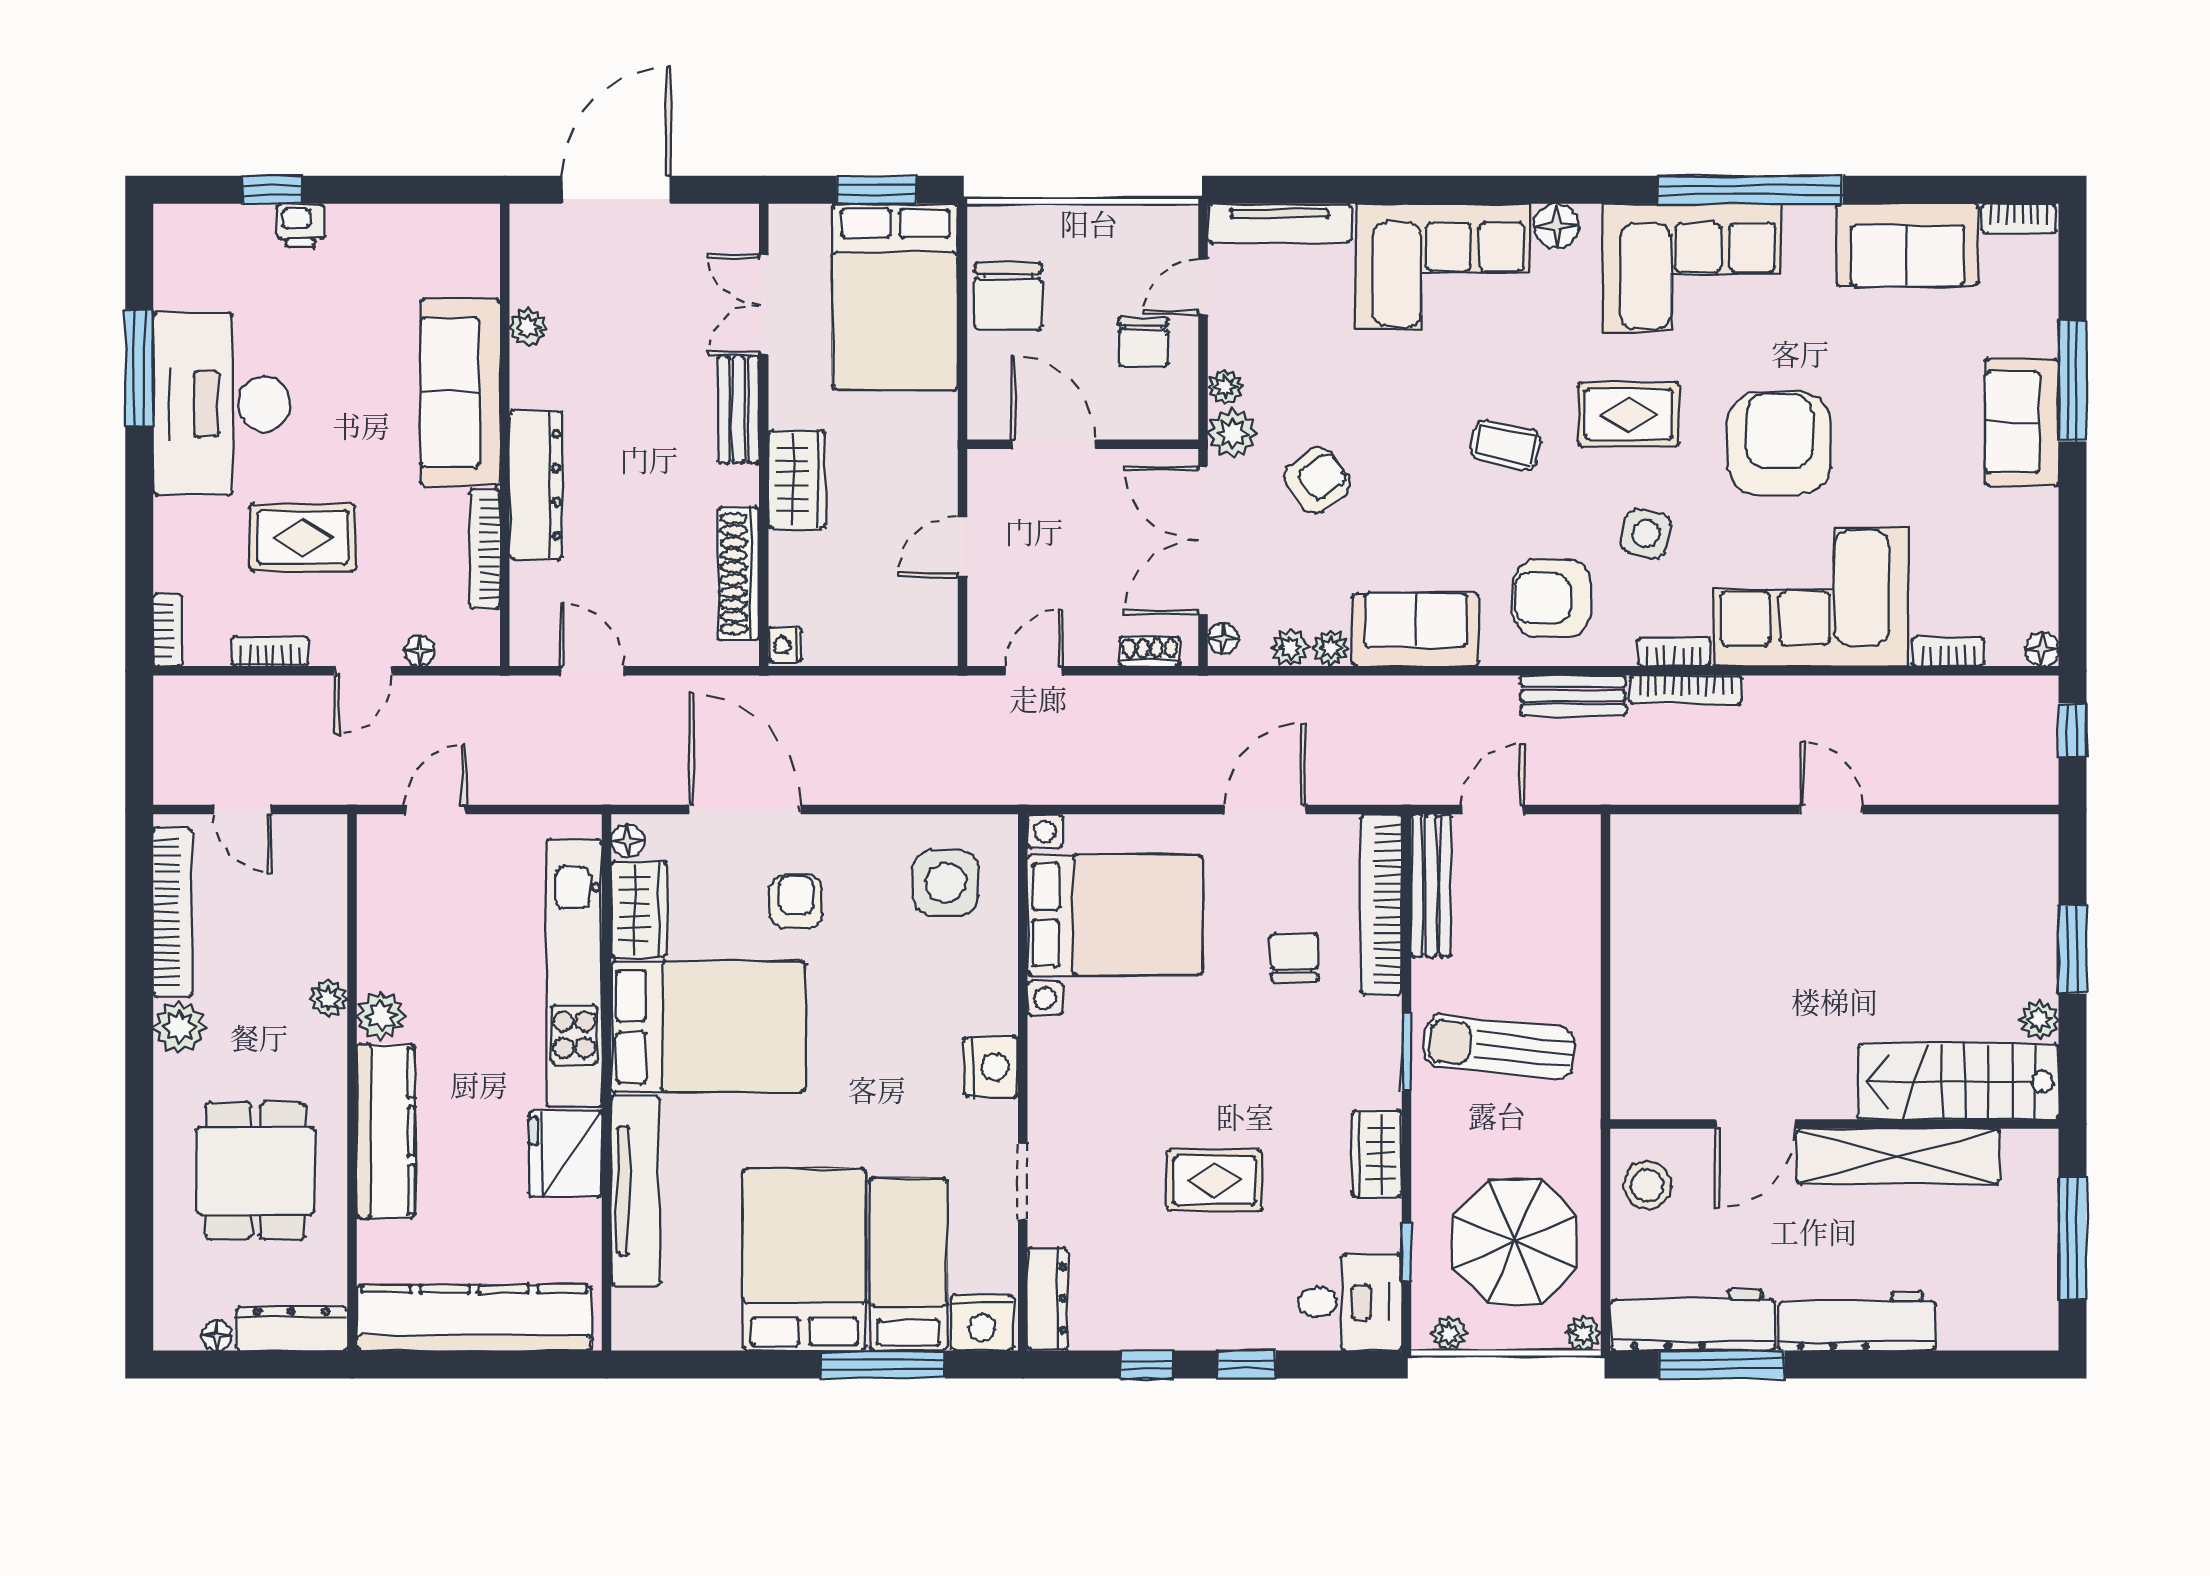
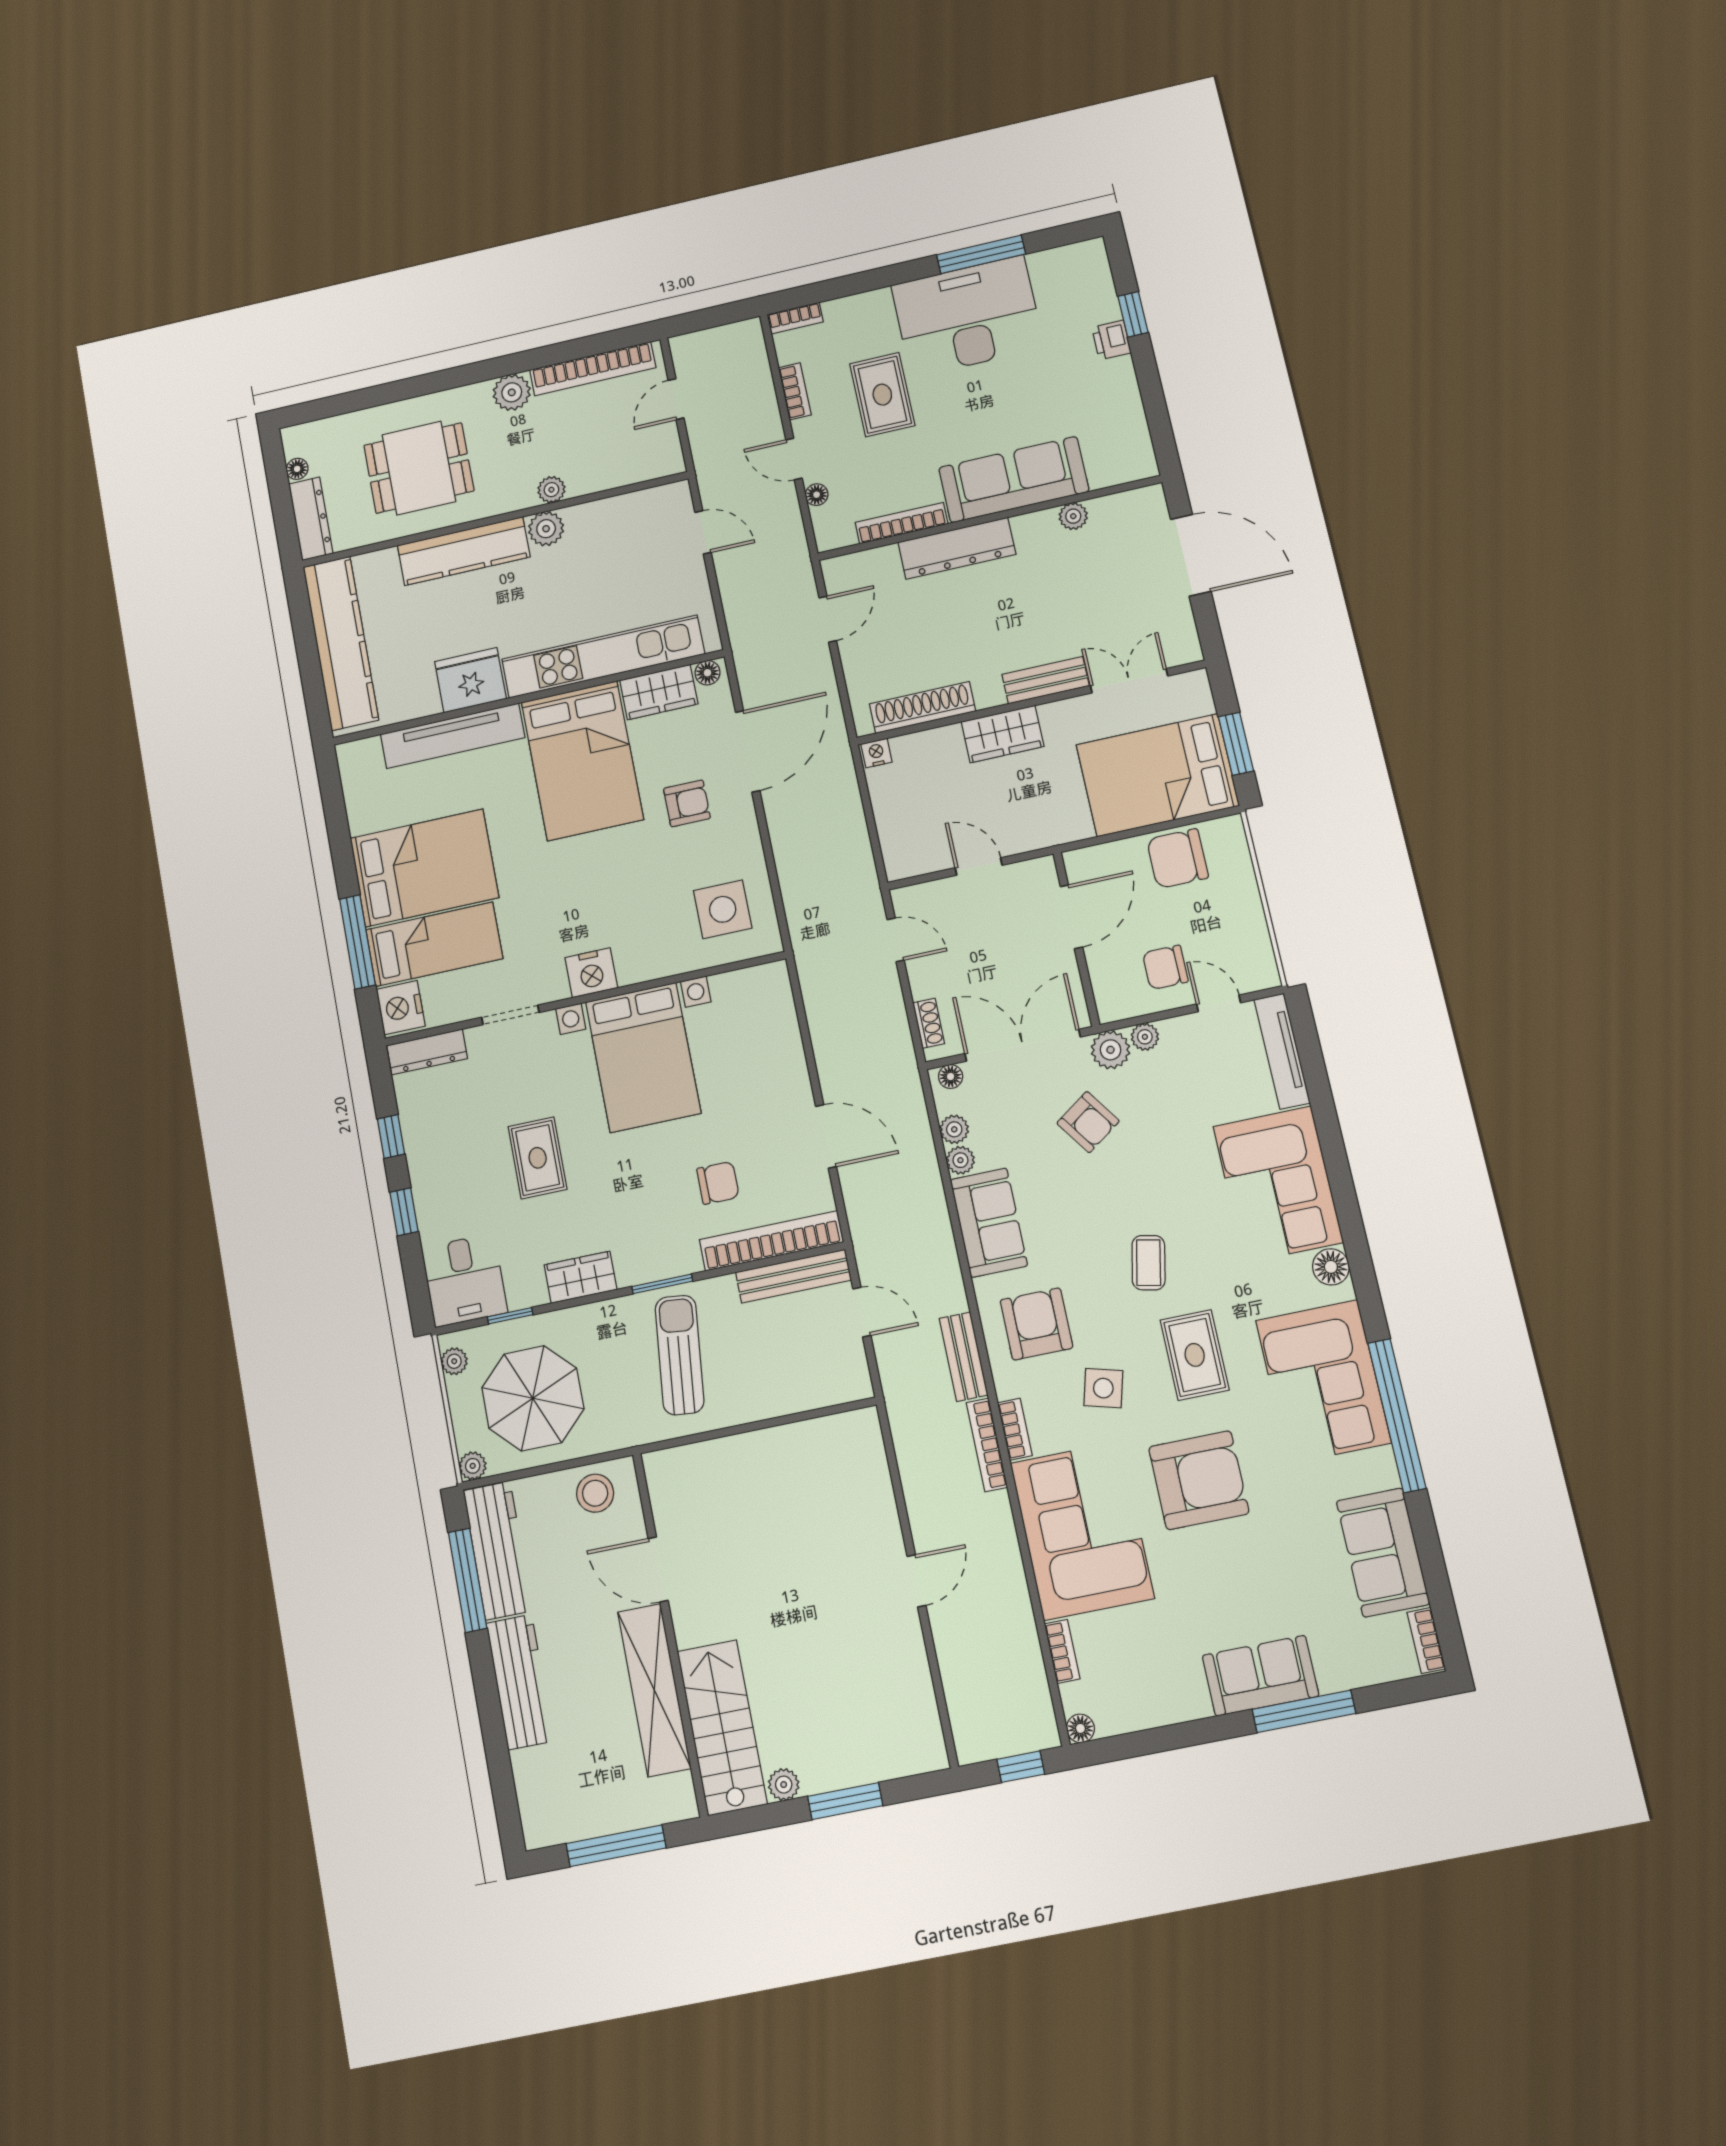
bed with nightstands: (1115, 915) -> (643, 1057), moved

